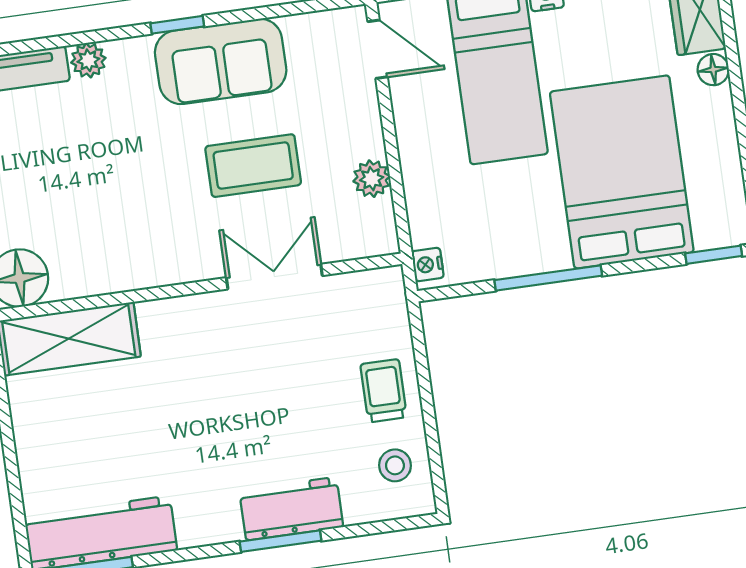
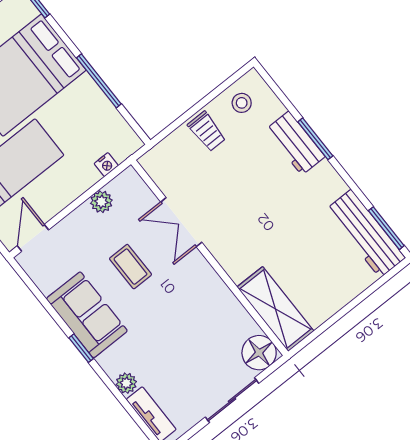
coffee table: (253, 166) -> (130, 267), width x0.73, depth x0.77
nightstand: (428, 264) -> (106, 165), moved
trolley: (384, 391) -> (207, 131), turned -90

